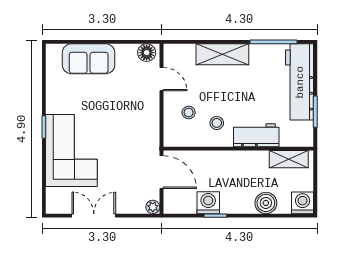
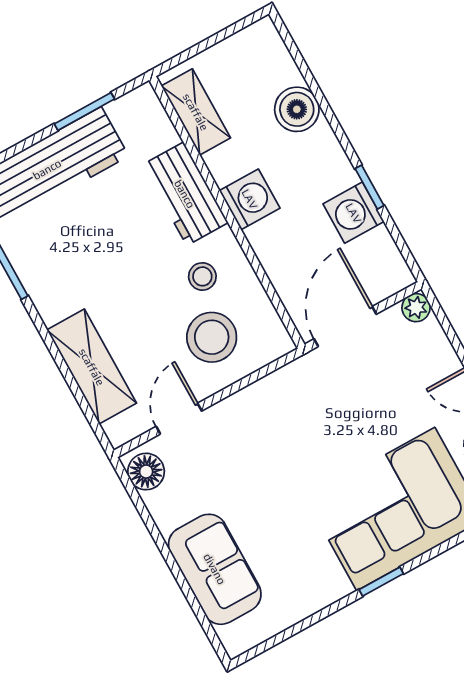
shelving: (222, 54) -> (92, 367), moved
stool: (189, 112) -> (212, 337), width x1.89, depth x1.89
washing machine: (303, 203) -> (250, 199), moved, turned 180

